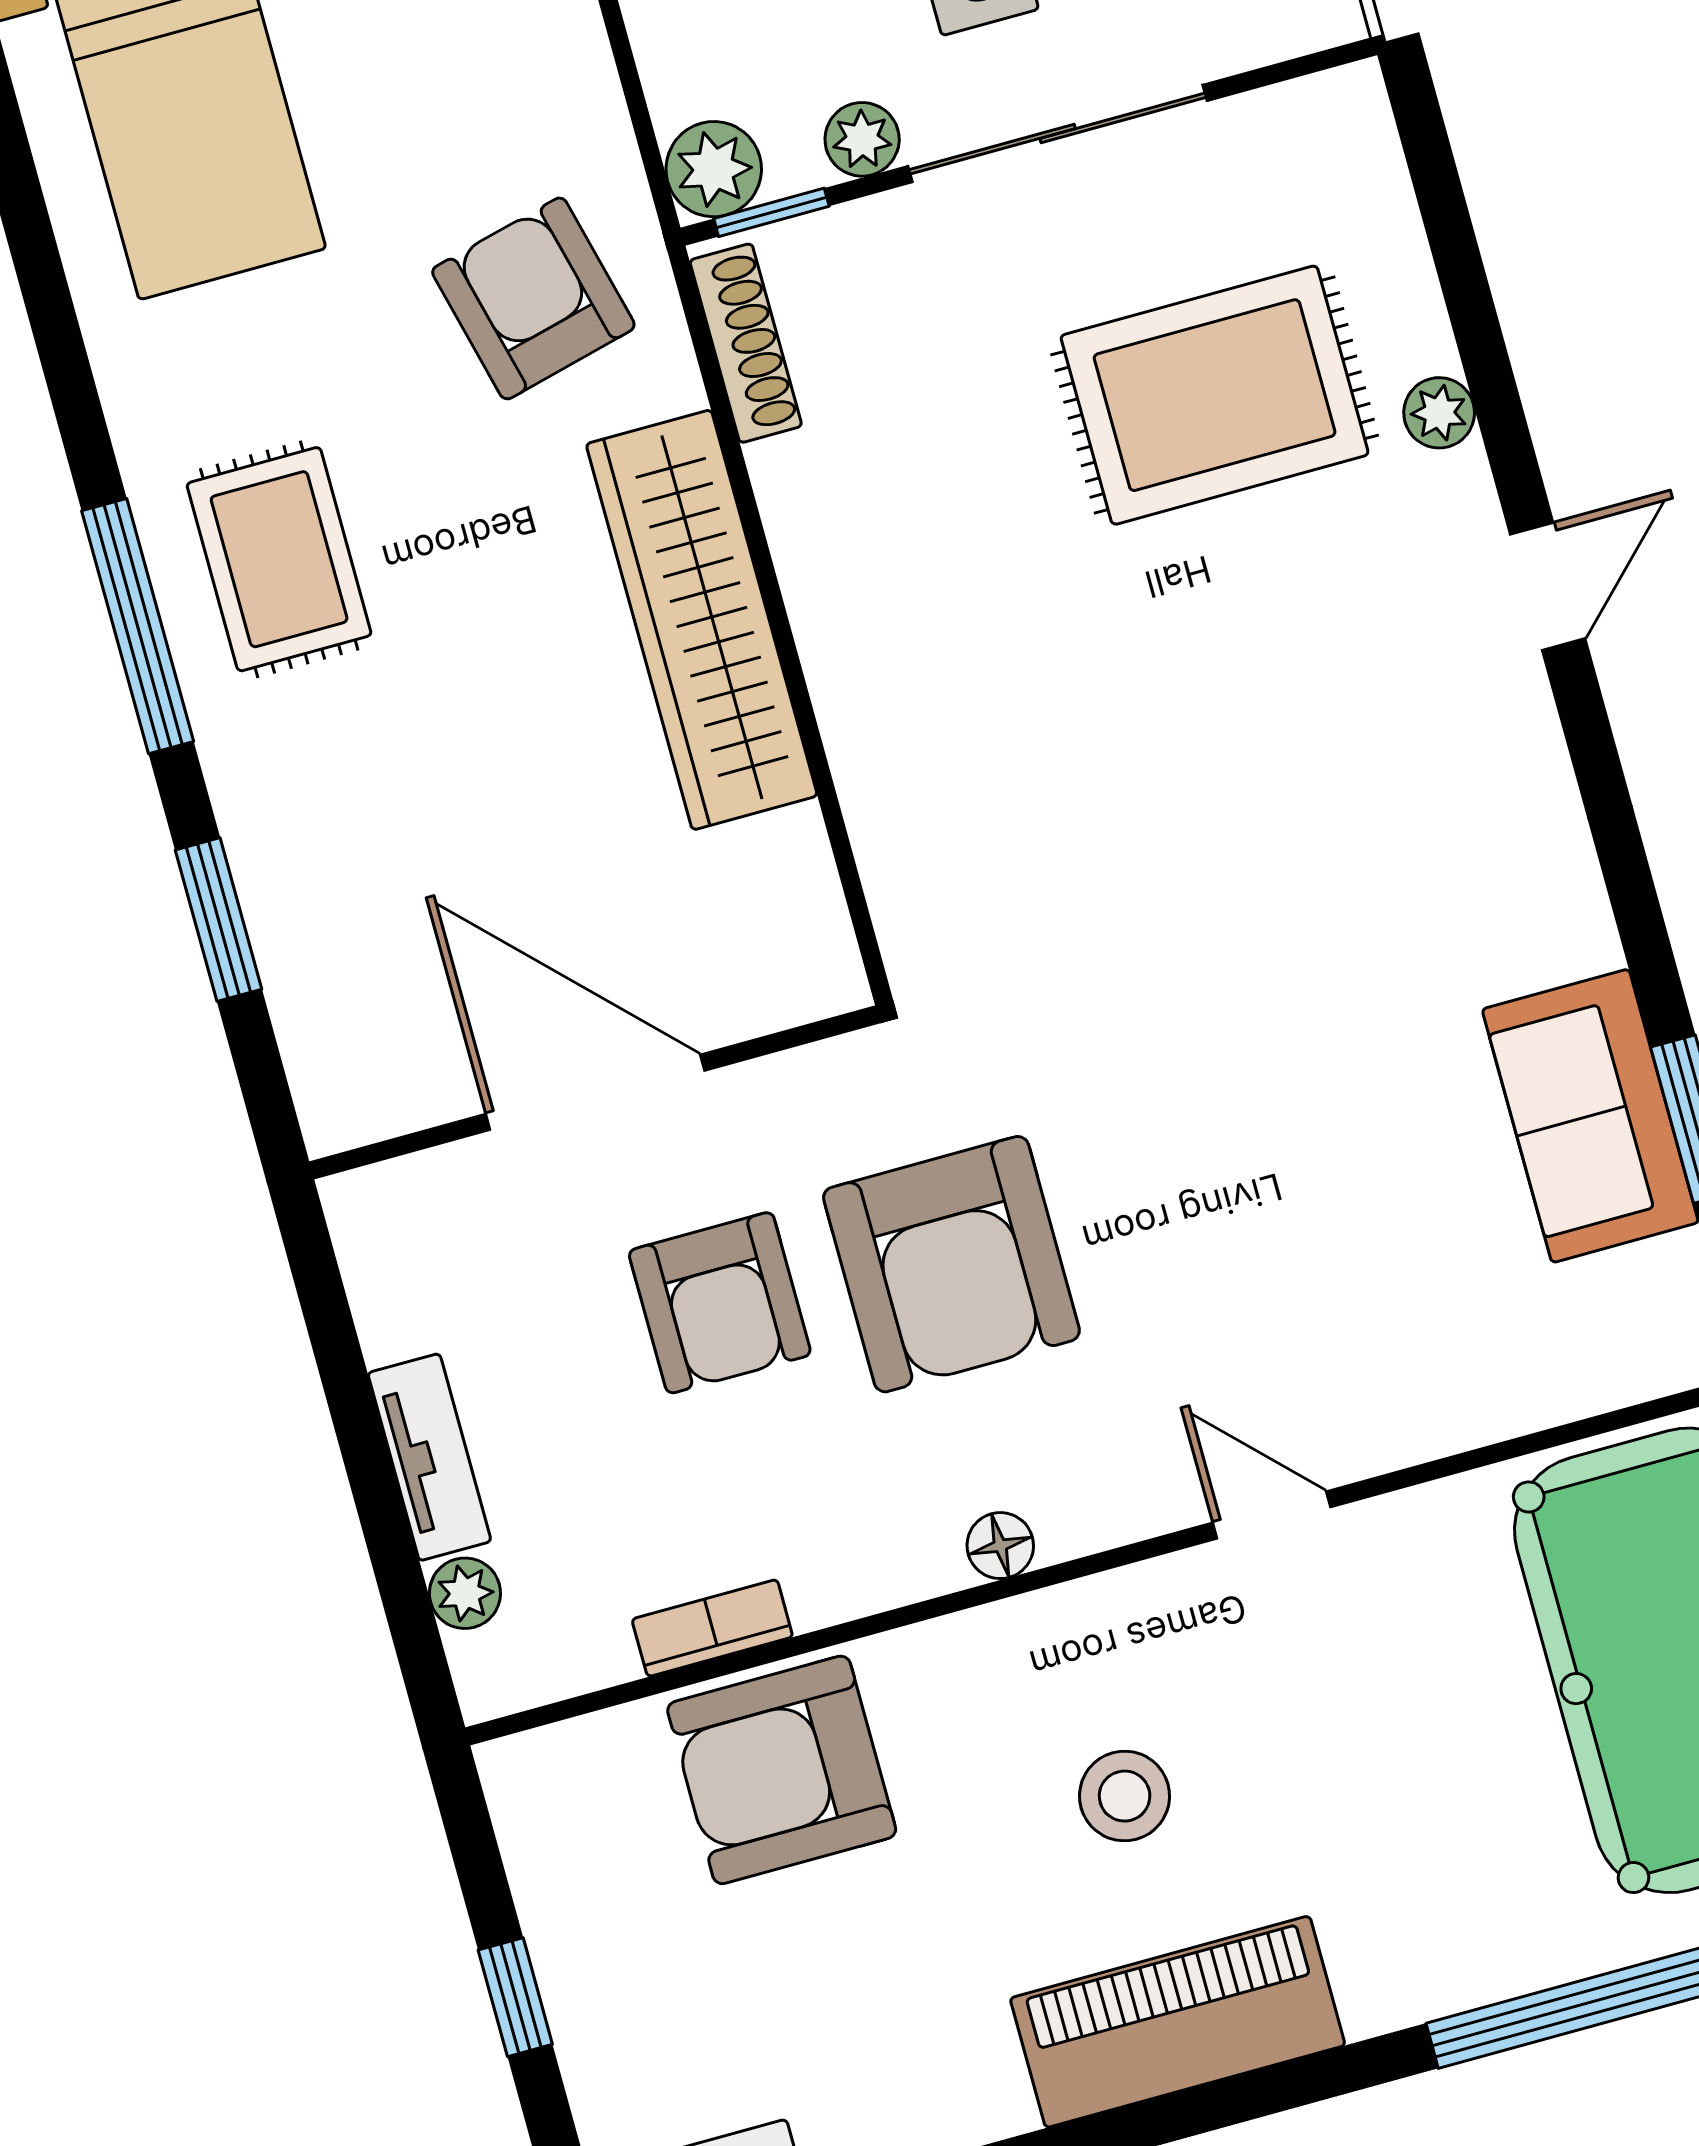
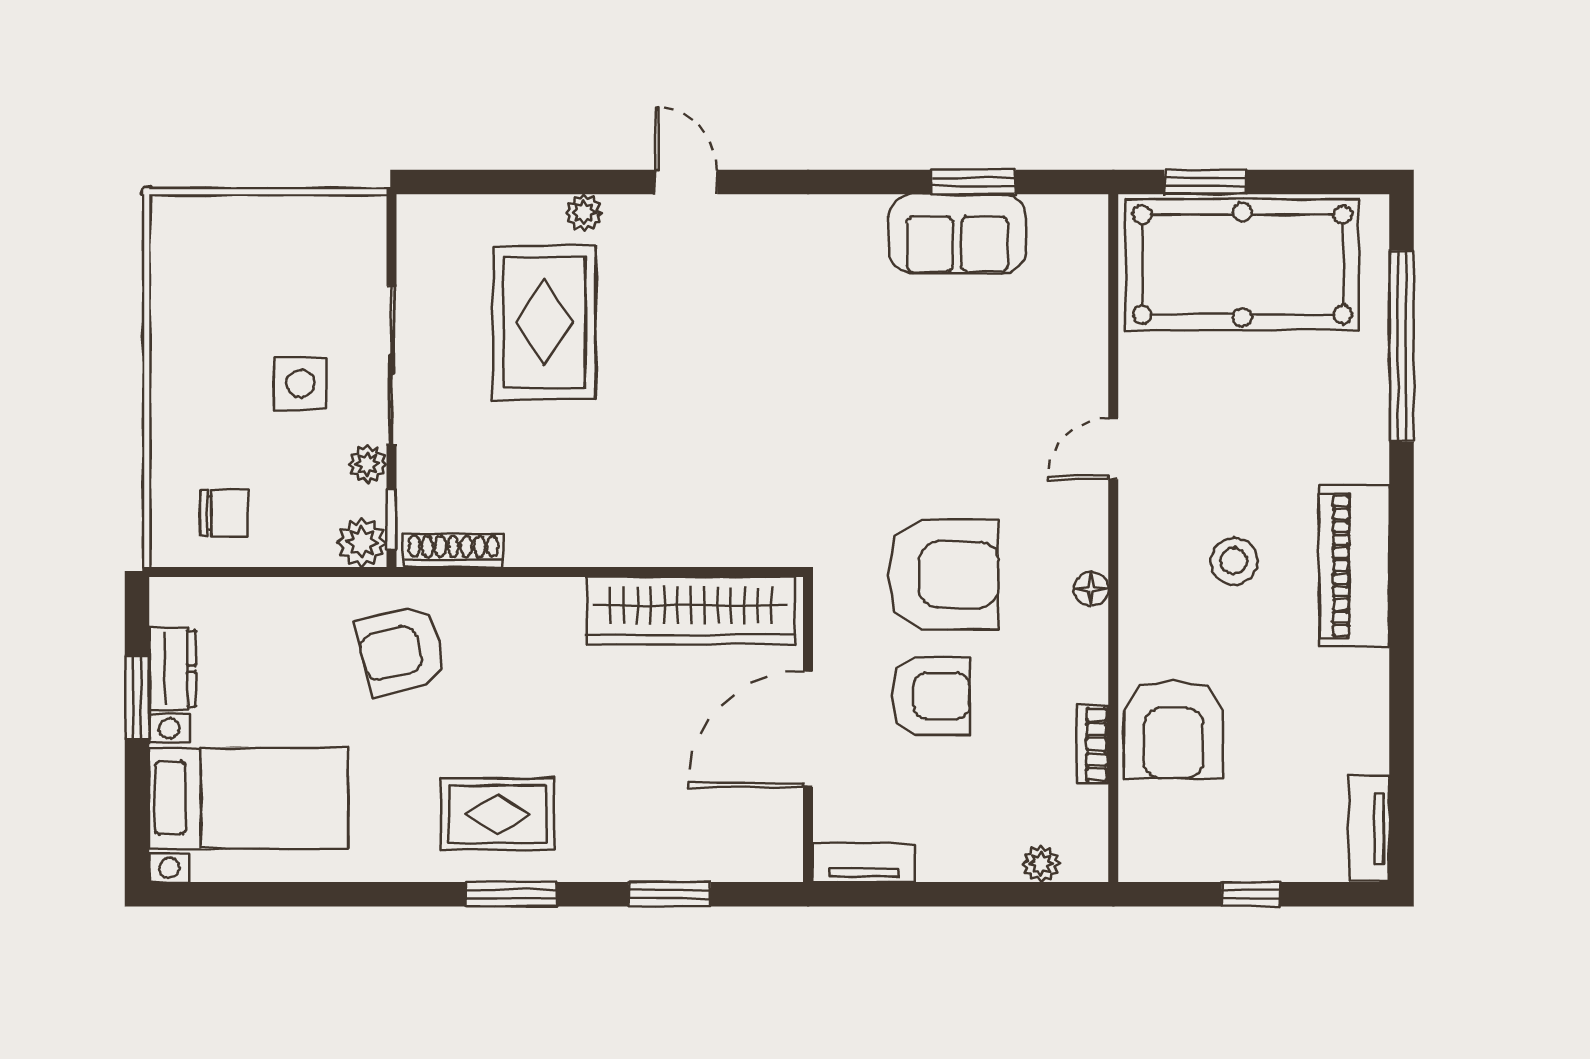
wardrobe: (702, 620) -> (691, 611), moved
window: (138, 626) -> (511, 894), width x0.69
tv unit: (429, 1457) -> (864, 863), moved

